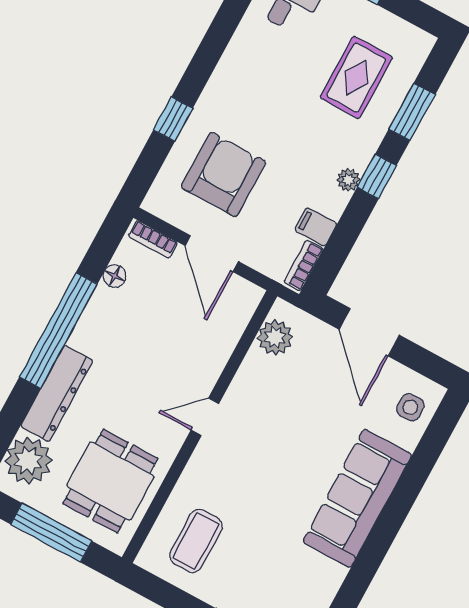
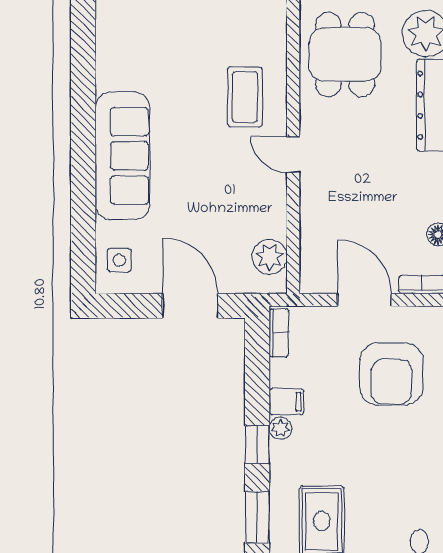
filing cabinet: (316, 227) -> (286, 402), moved
door: (205, 417) -> (293, 155), swing flipped
coffee table: (196, 541) -> (245, 97), moved

